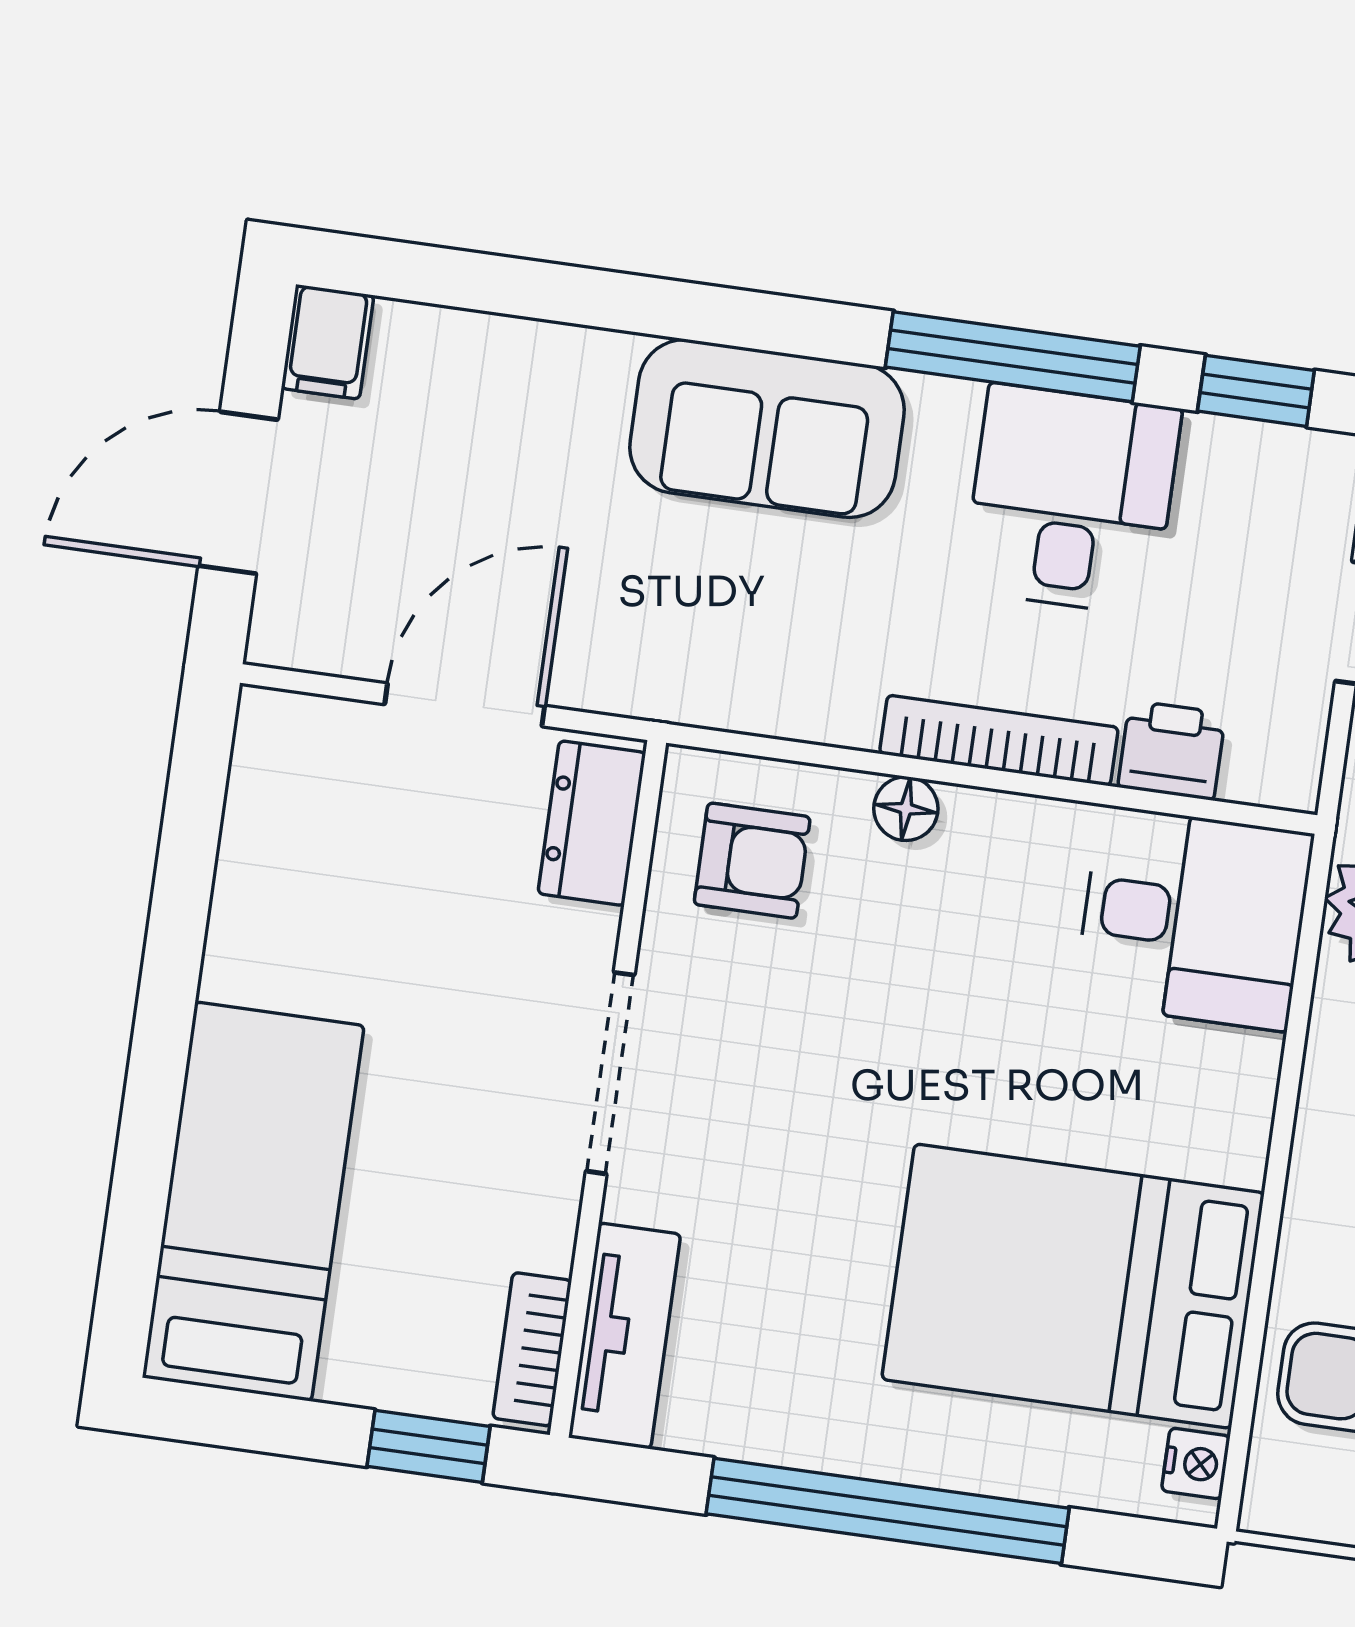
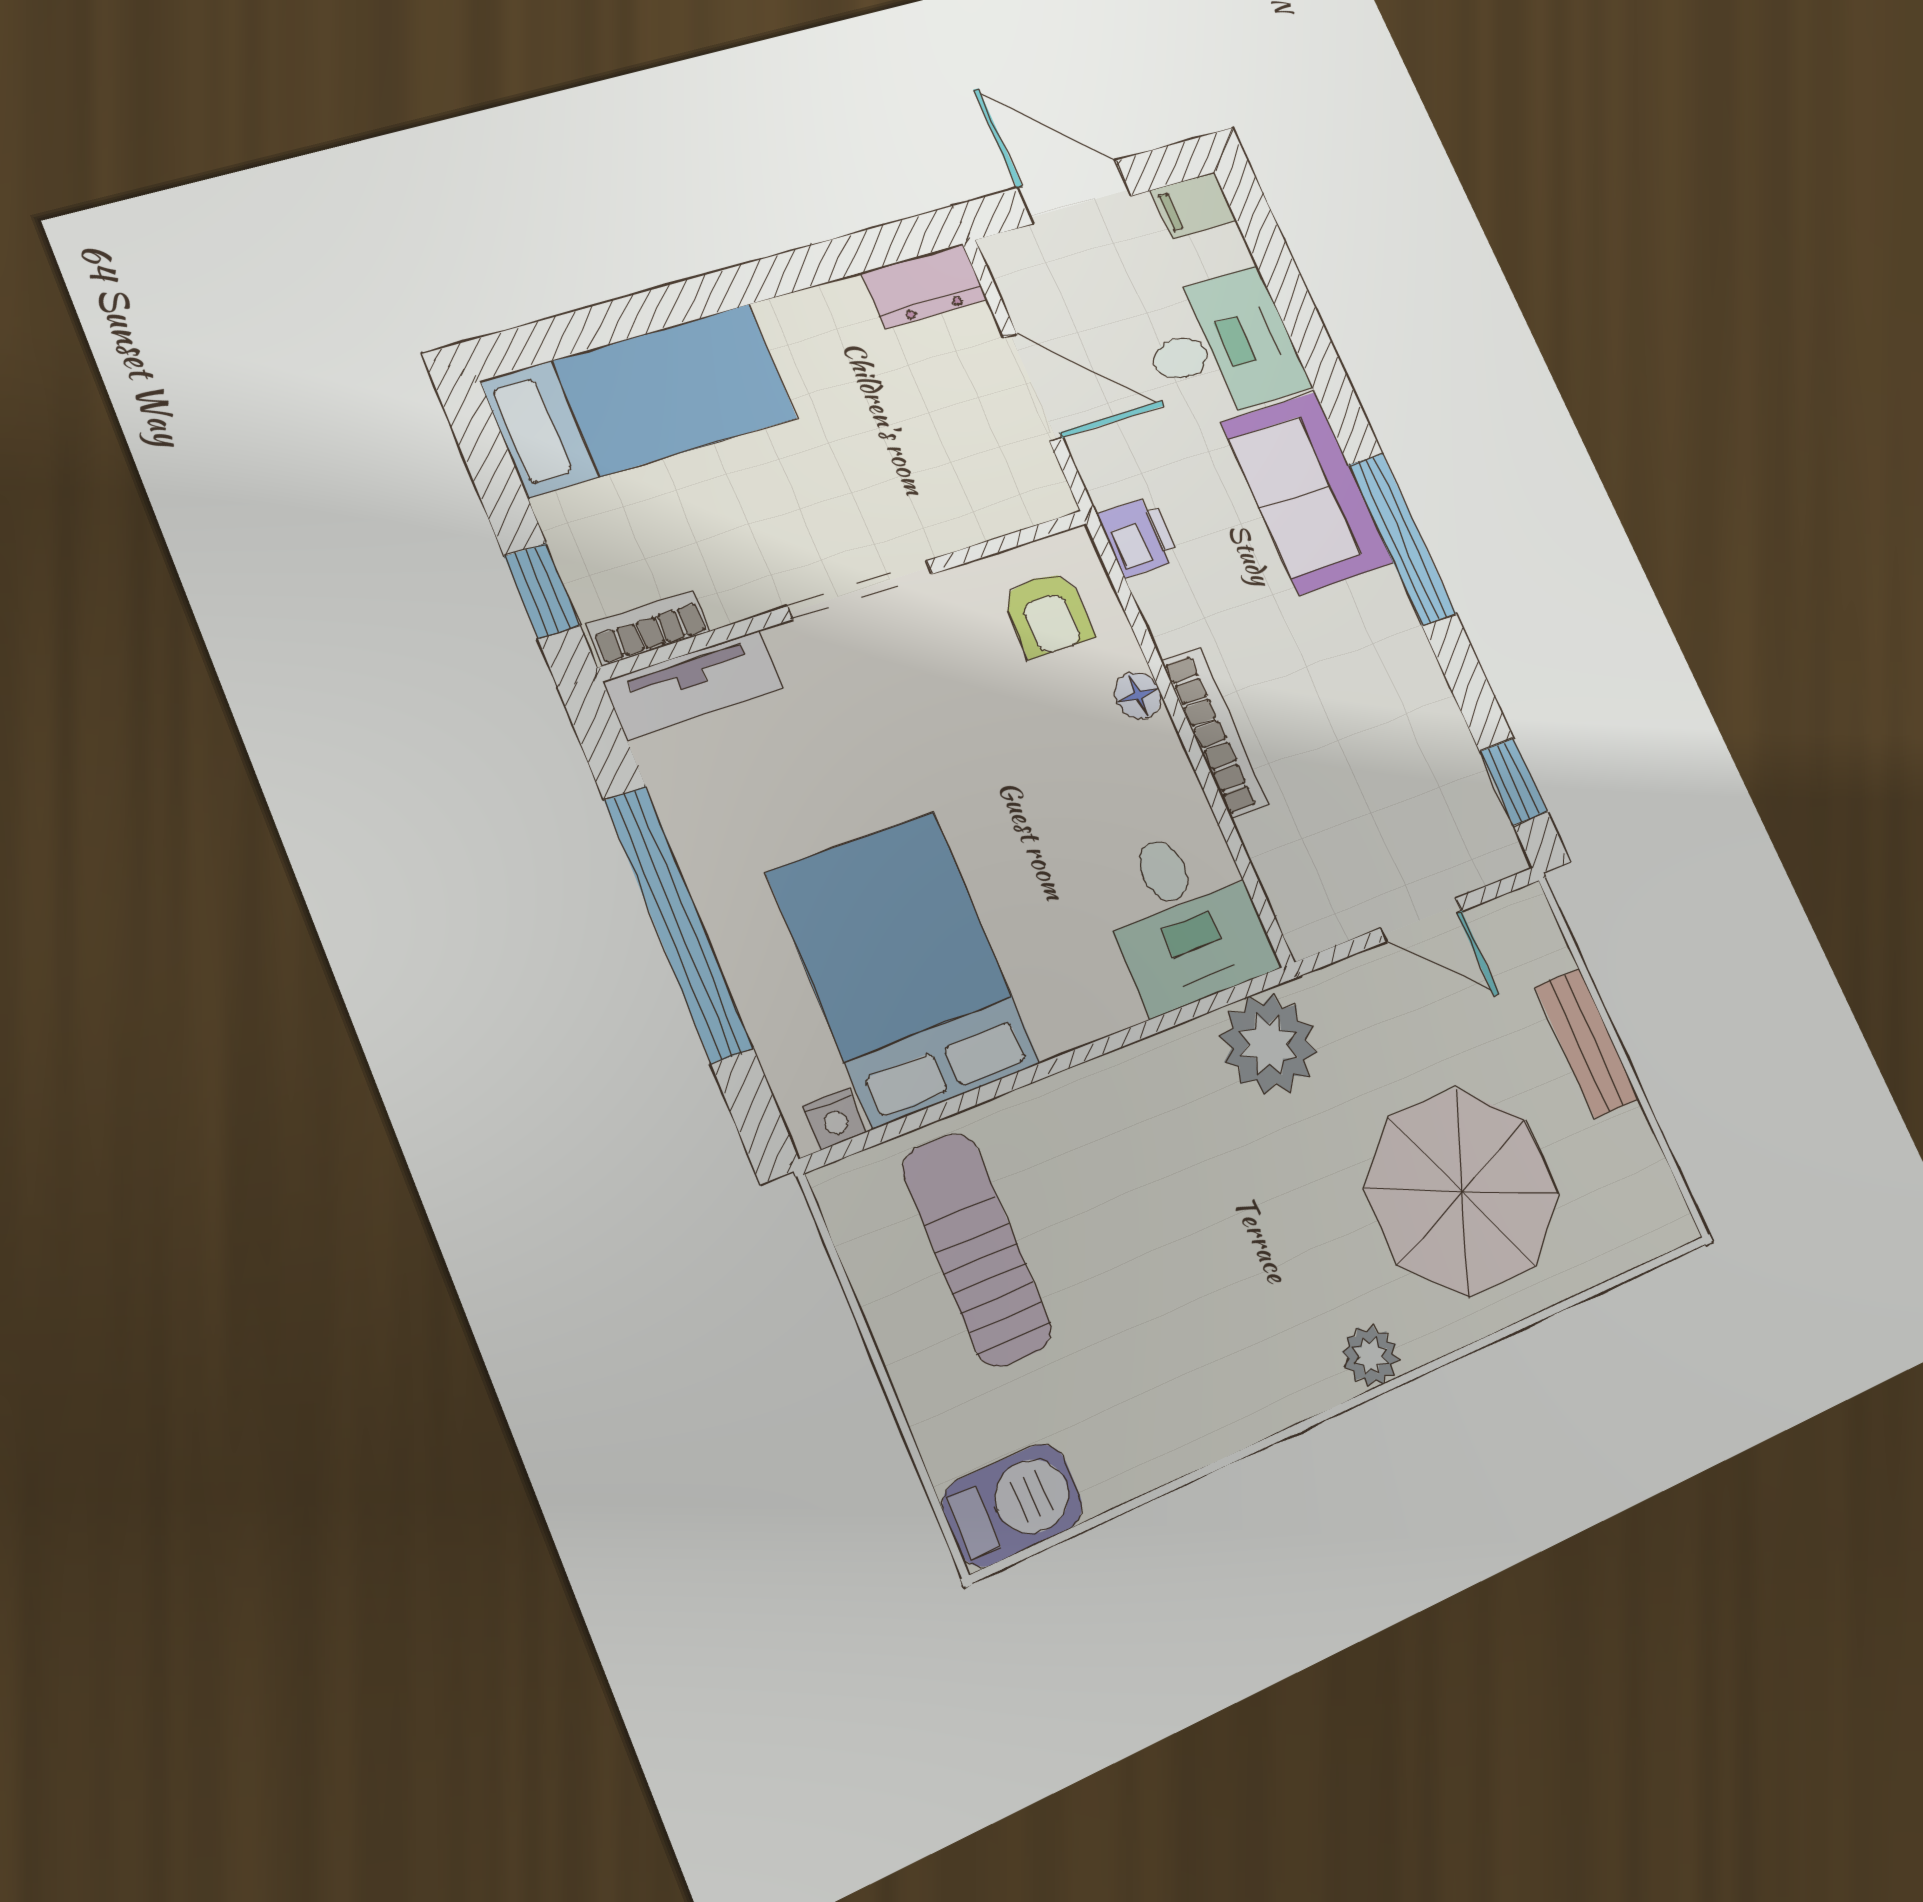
window: (1013, 357) -> (1402, 539), moved
desk: (1072, 500) -> (1221, 346), moved
printer: (1172, 750) -> (1139, 537), moved
dresser: (592, 823) -> (924, 286), moved, turned 180

